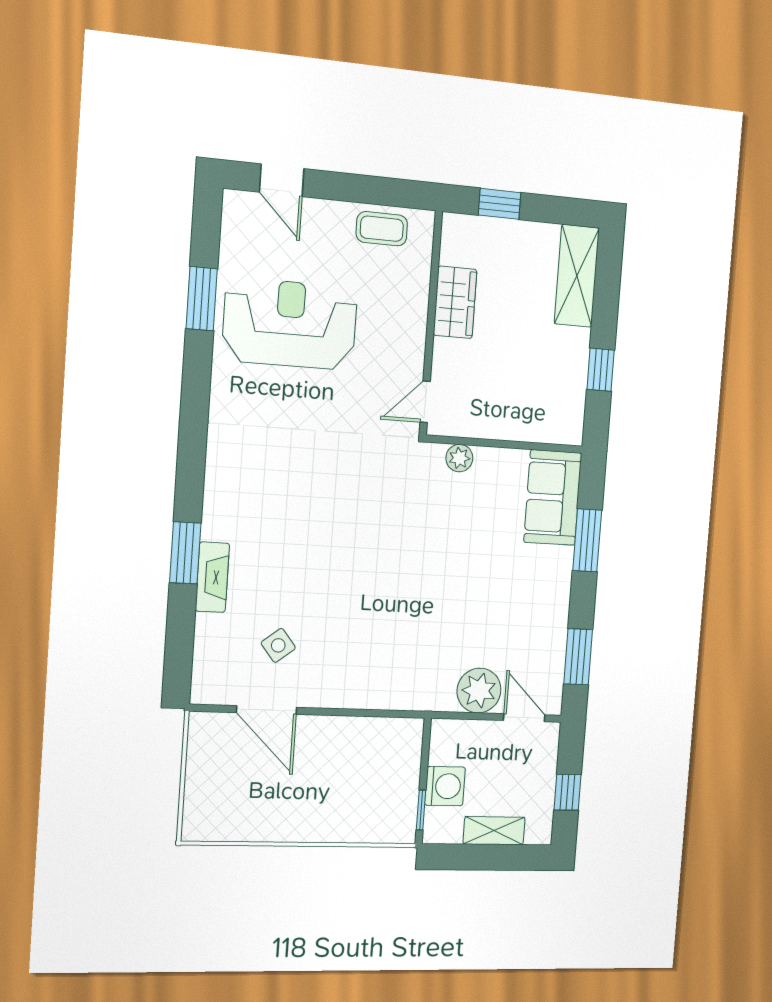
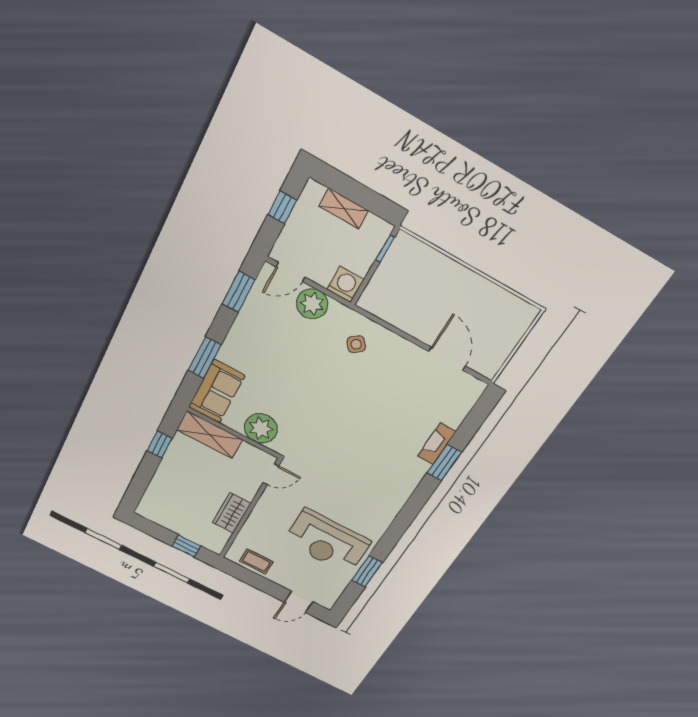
door: (282, 180) -> (298, 602), swing flipped
shelving: (577, 276) -> (210, 435), moved, turned 90
plant: (459, 458) -> (261, 428), width x1.87, depth x1.87
side table: (278, 645) -> (356, 344), moved
door: (524, 718) -> (290, 272), hinge flipped
washing machine: (445, 786) -> (345, 285), moved, turned 90

